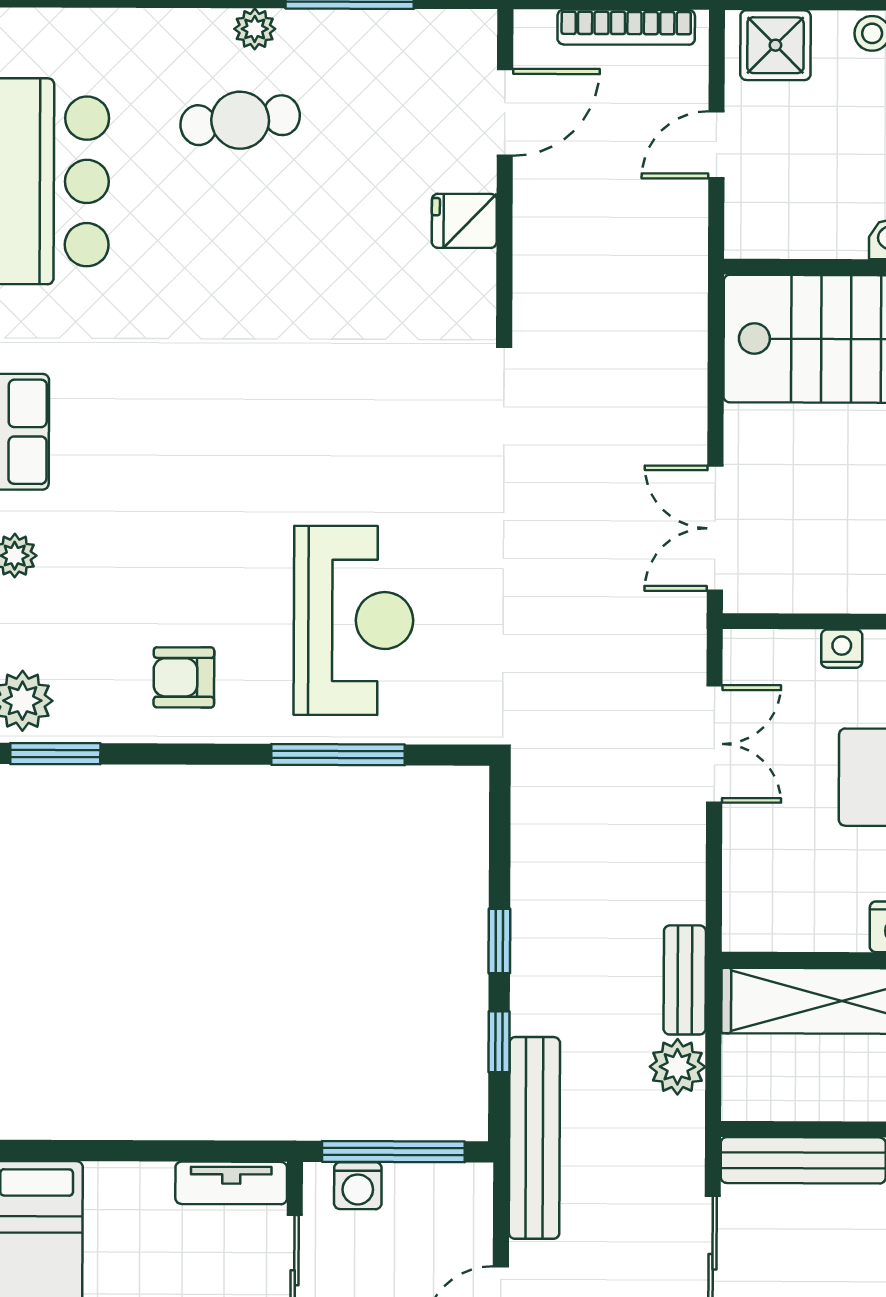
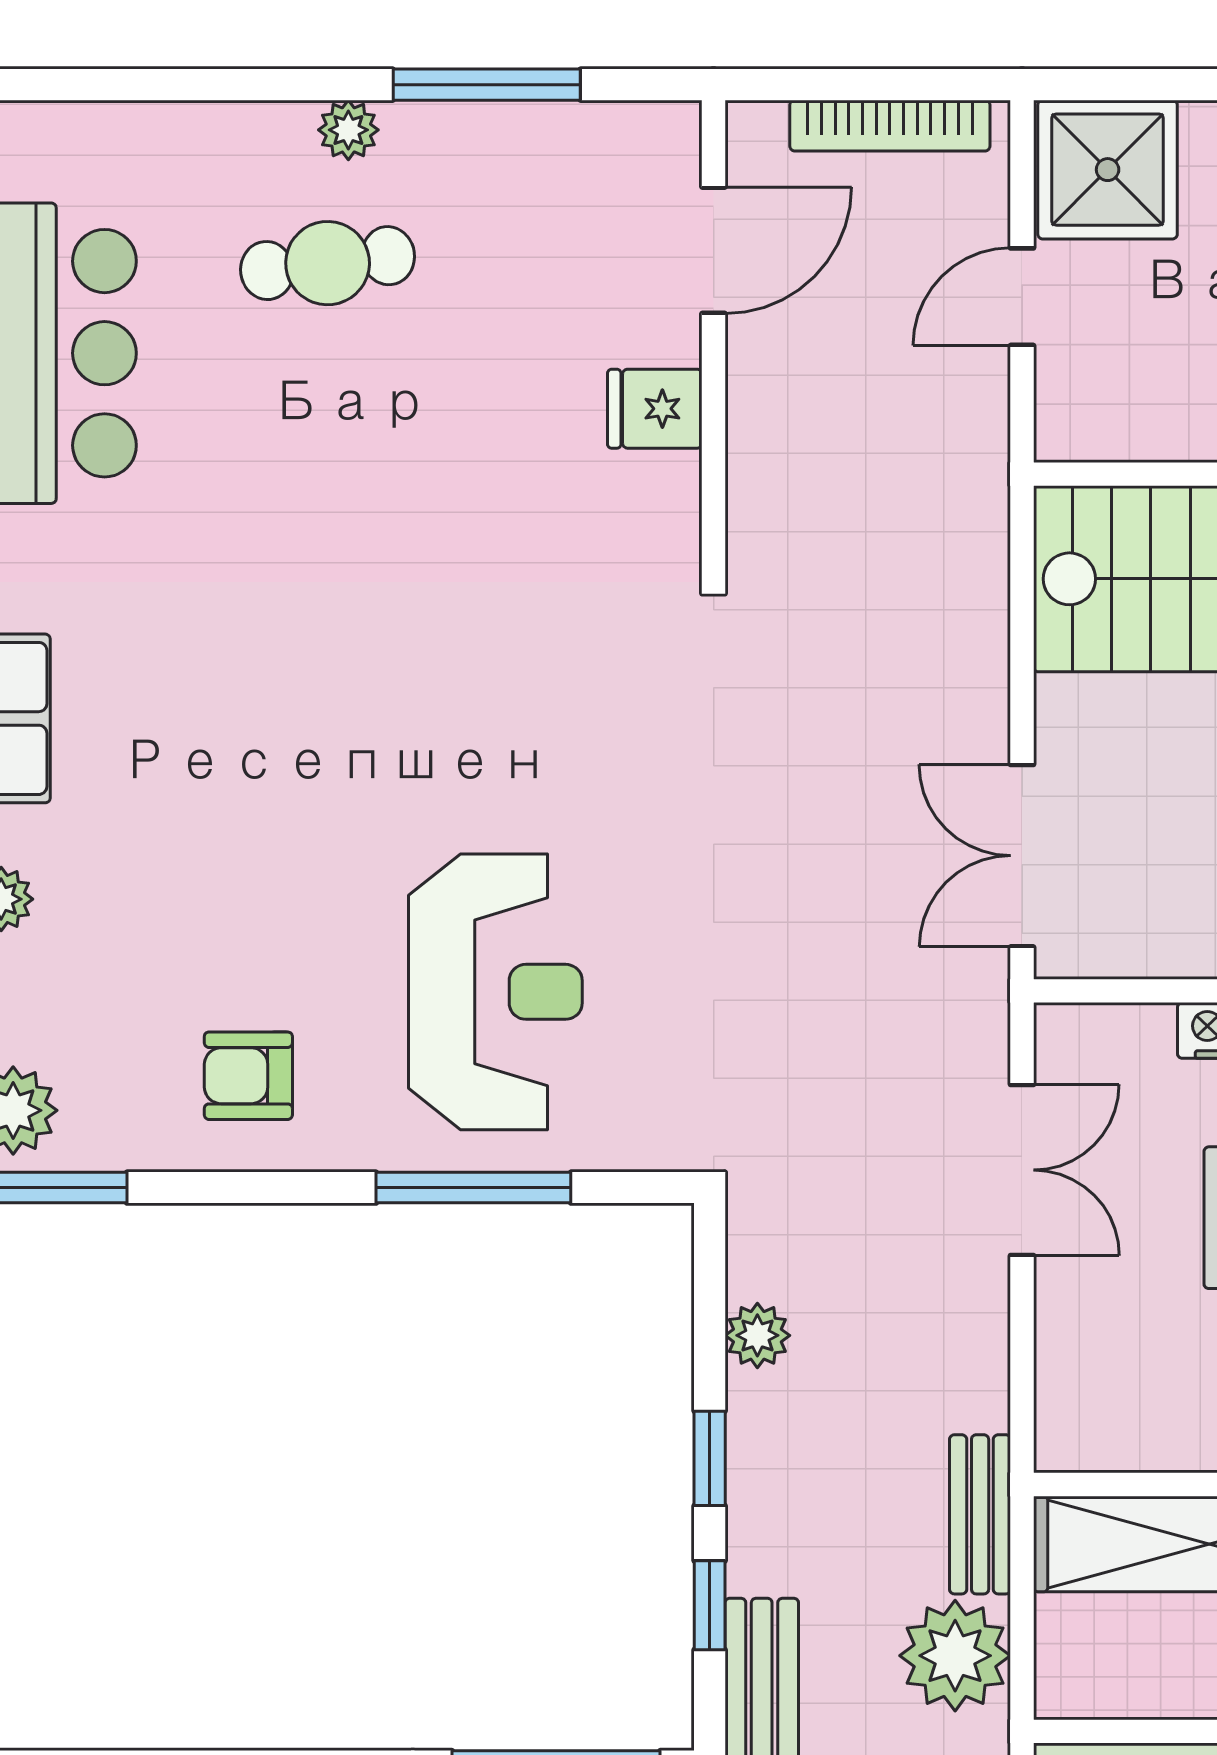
shower: (775, 45) -> (1108, 170), width x1.36, depth x1.36
plant: (532, 857) -> (757, 1335), added
plant: (677, 1067) -> (955, 1656), width x1.36, depth x1.36

